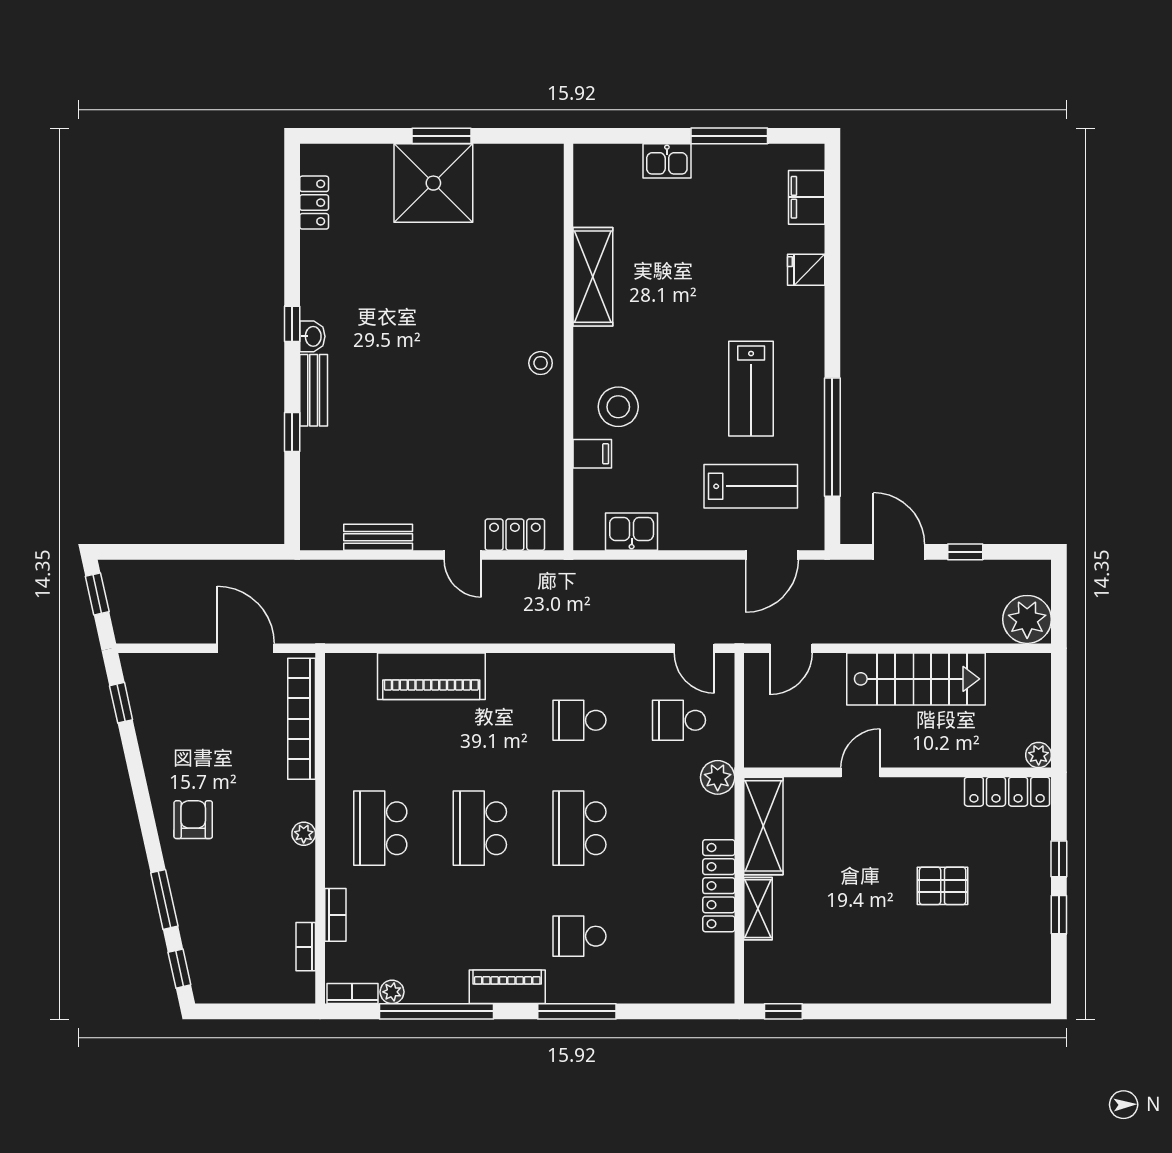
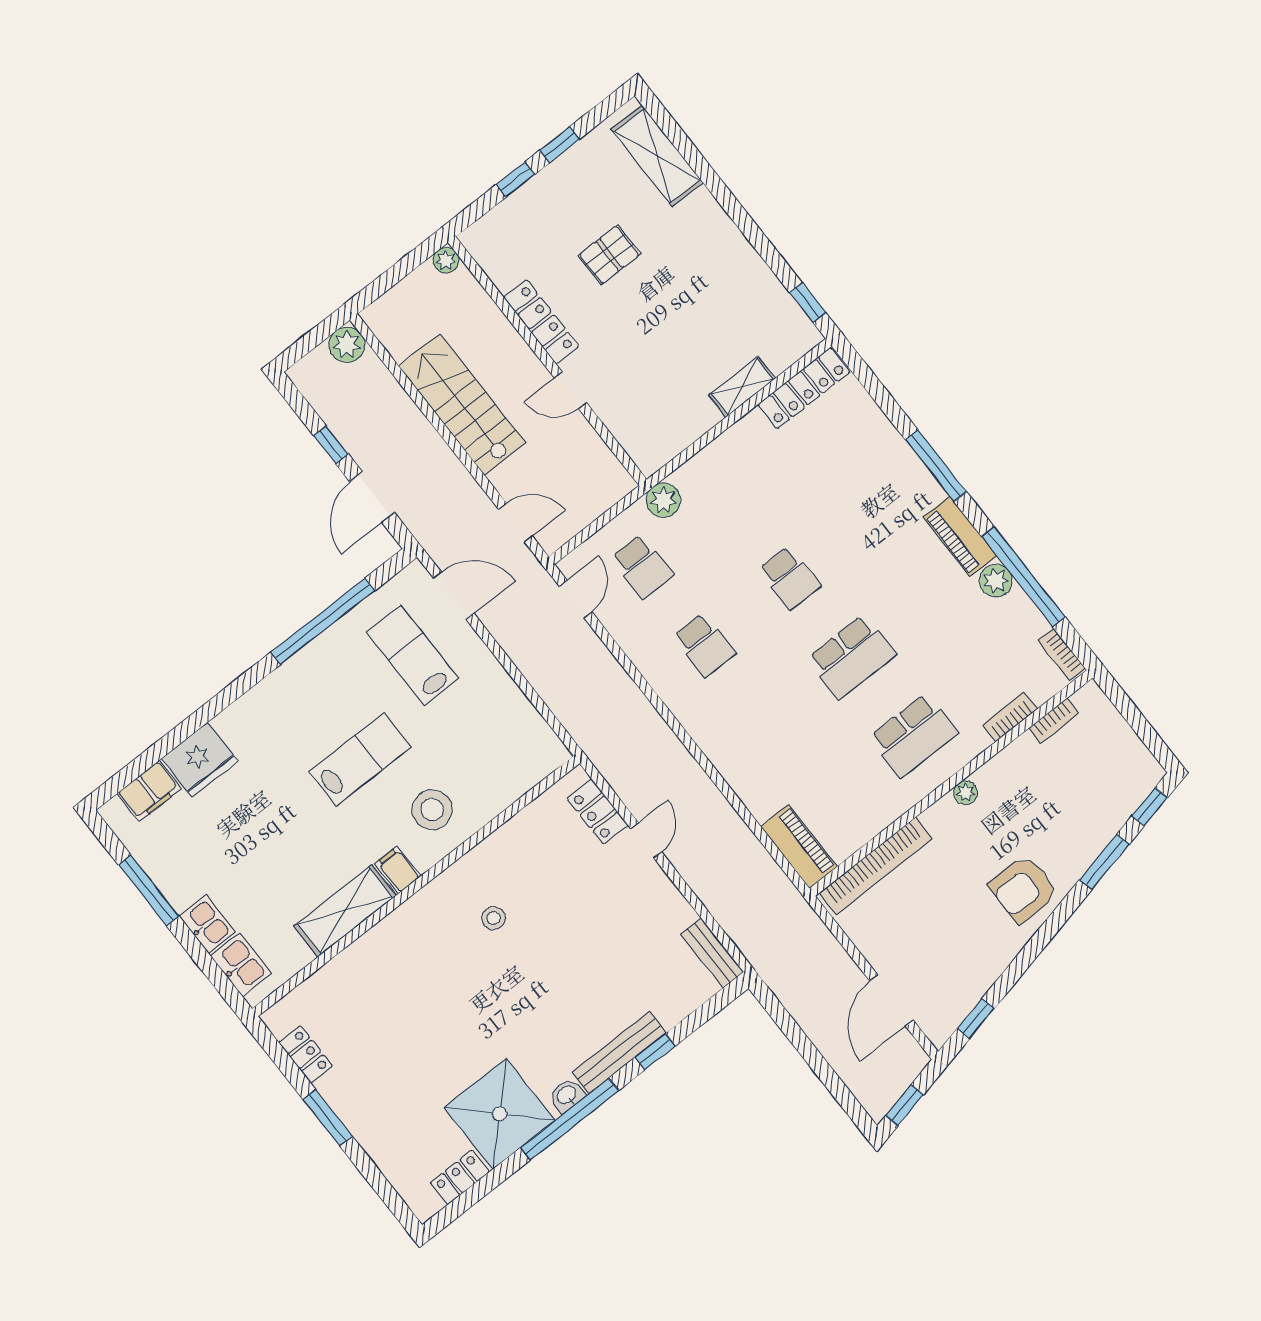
locker: (505, 158) -> (305, 1054), added
shower: (433, 183) -> (500, 1114), moved
fridge: (806, 270) -> (200, 760), width x1.88, depth x1.34
window: (292, 324) -> (569, 1119), width x3.17
stool: (541, 363) -> (494, 918), moved
lab bench: (751, 389) -> (360, 759), moved
bench: (314, 390) -> (619, 1053), width x1.36
filing cabinet: (592, 454) -> (398, 870), moved
kitchen sink: (632, 532) -> (241, 964), moved, turned 180
bench: (378, 537) -> (712, 953), moved
plant: (1027, 619) -> (347, 345), width x0.73, depth x0.73
door: (246, 648) -> (891, 1000), moved
piano: (431, 676) -> (799, 846), moved, width x0.73, depth x0.75
locker: (1007, 792) -> (541, 322), moved
armchair: (193, 820) -> (1023, 889), width x1.38, depth x1.38
shelving: (763, 826) -> (657, 156), moved, turned 90
school desk: (579, 828) -> (790, 578), width x0.54
locker: (719, 886) -> (804, 388), moved
pallet: (943, 886) -> (609, 255), turned 90
school desk: (579, 936) -> (875, 511), removed
plant: (392, 992) -> (996, 581), moved, width x1.38, depth x1.38

